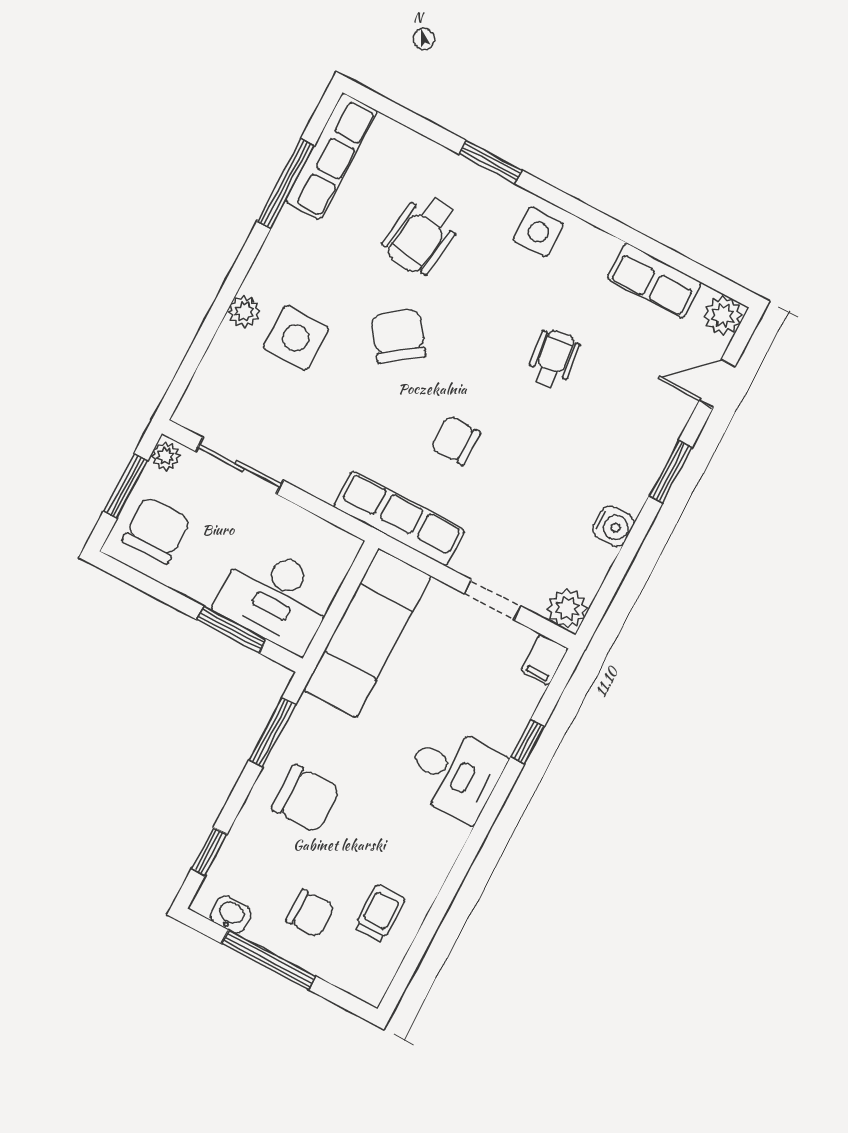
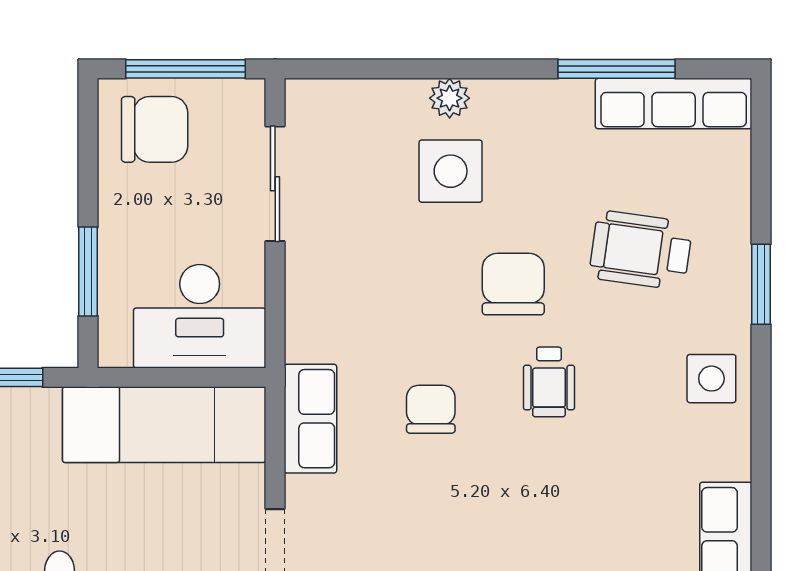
chair: (398, 336) -> (513, 284), turned -54
wheelchair: (553, 359) -> (549, 382), moved, turned 97
plant: (166, 456) -> (242, 96), removed
window: (126, 486) -> (186, 69), width x1.44
row of seats: (399, 519) -> (310, 419), width x0.68
desk: (276, 598) -> (200, 316), moved, turned -90

